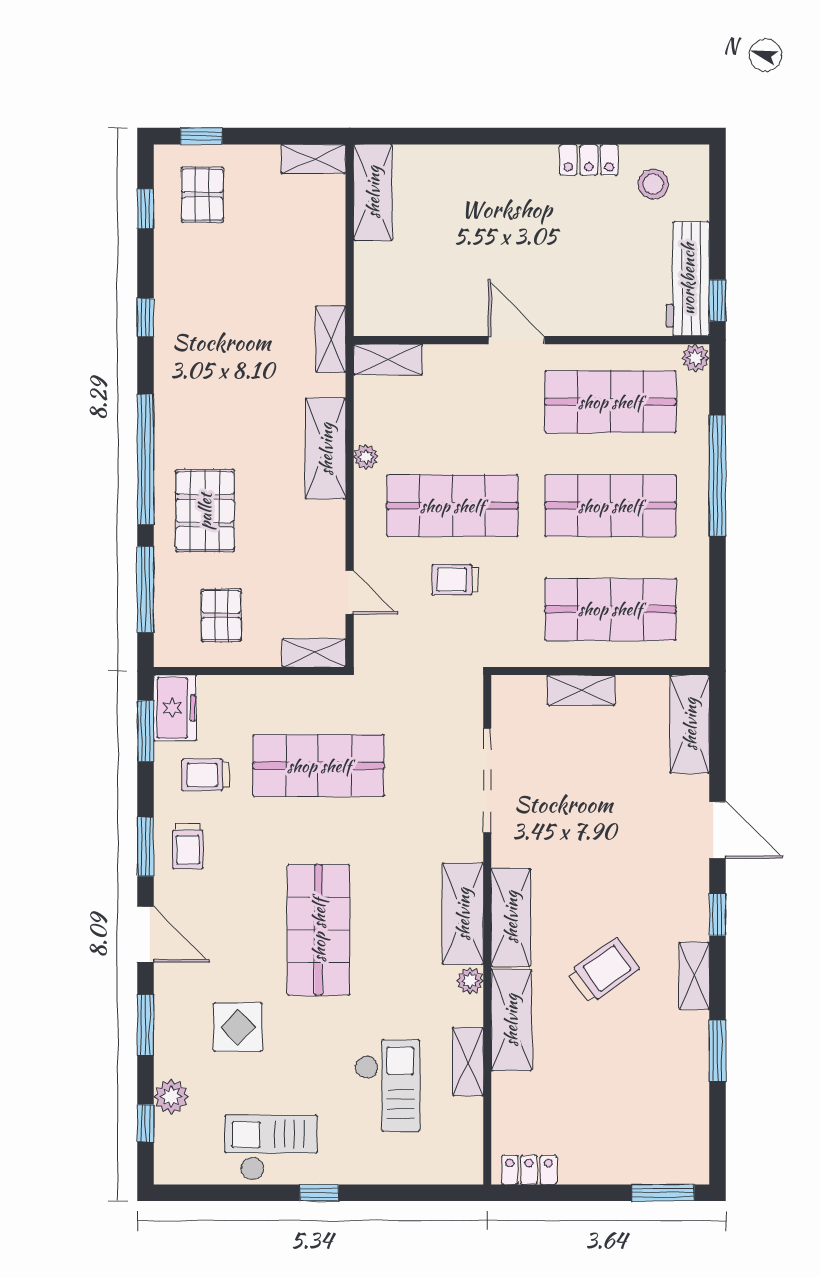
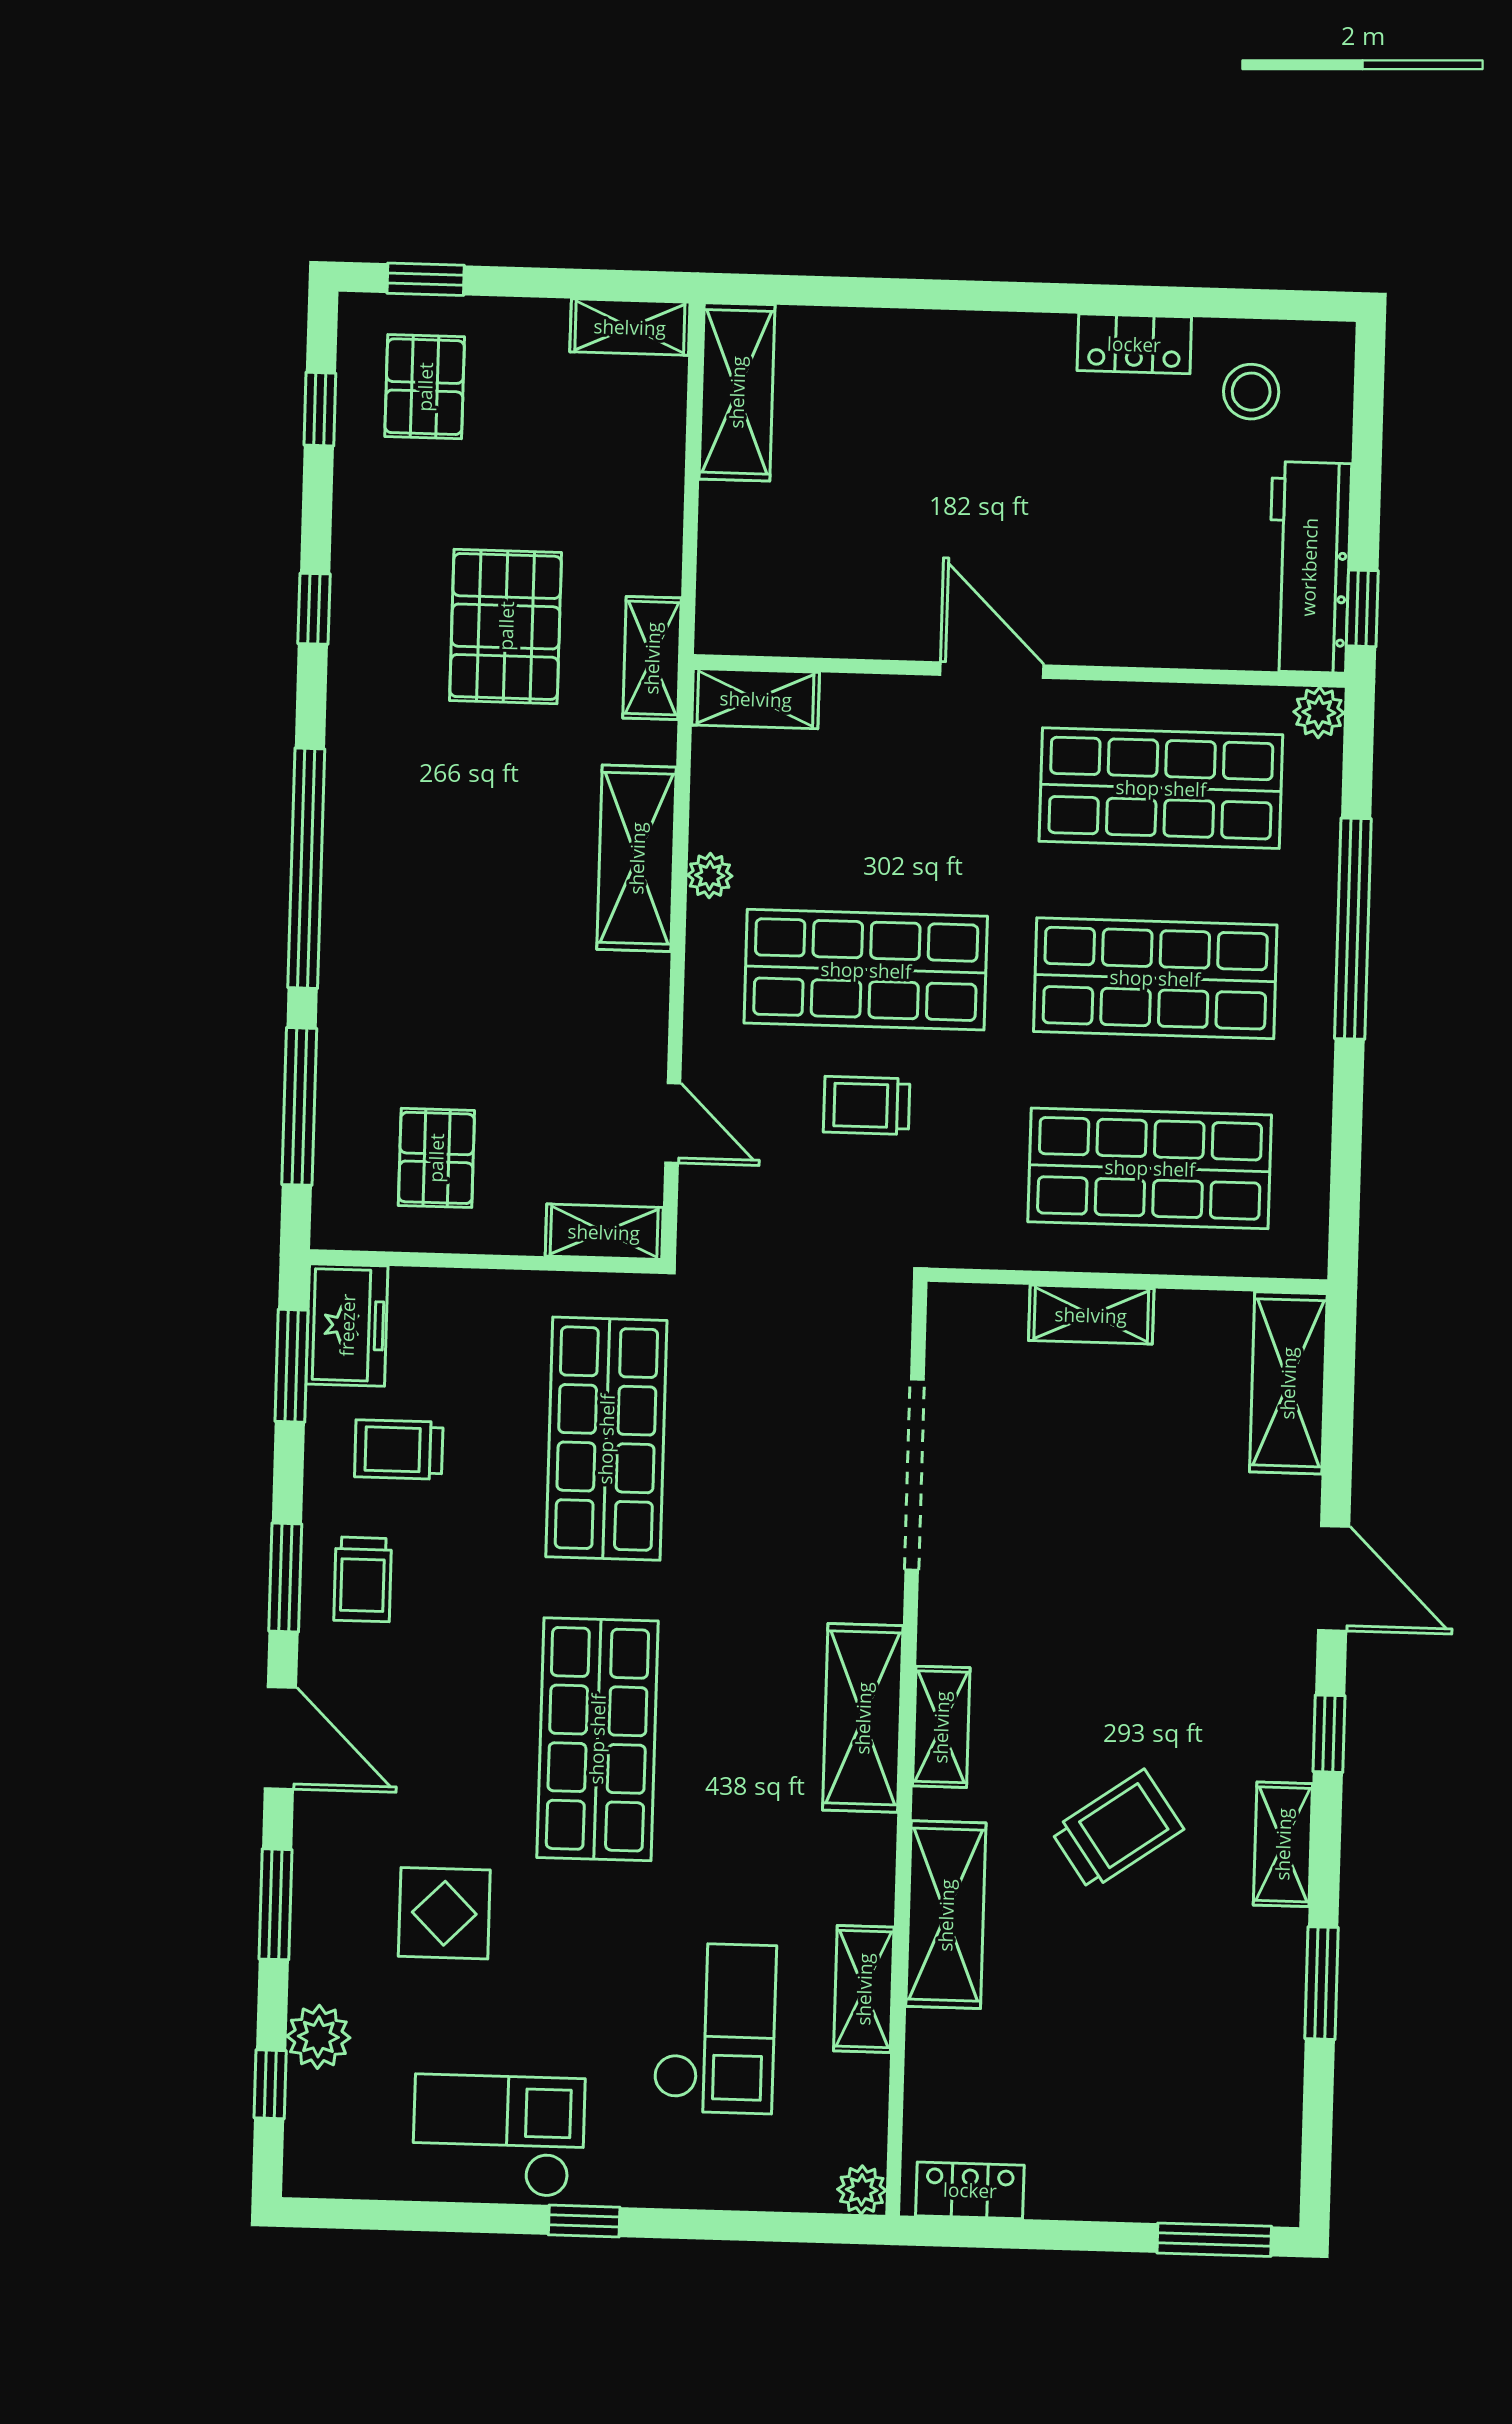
pallet: (205, 511) -> (506, 626), moved
shop shelf: (319, 766) -> (606, 1439), turned 90
shelving: (511, 917) -> (941, 1727), width x0.67, depth x0.75
plant: (470, 981) -> (862, 2190), moved

